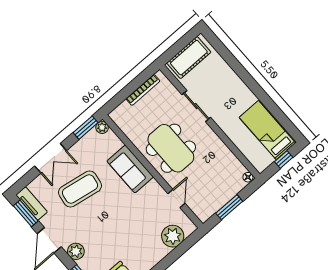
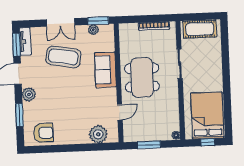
plant: (102, 127) -> (93, 30), moved
bed: (267, 130) -> (207, 116), width x1.50

